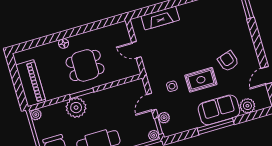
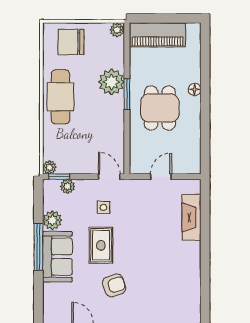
door: (152, 102) -> (109, 177), moved
plant: (247, 106) -> (52, 220), moved

